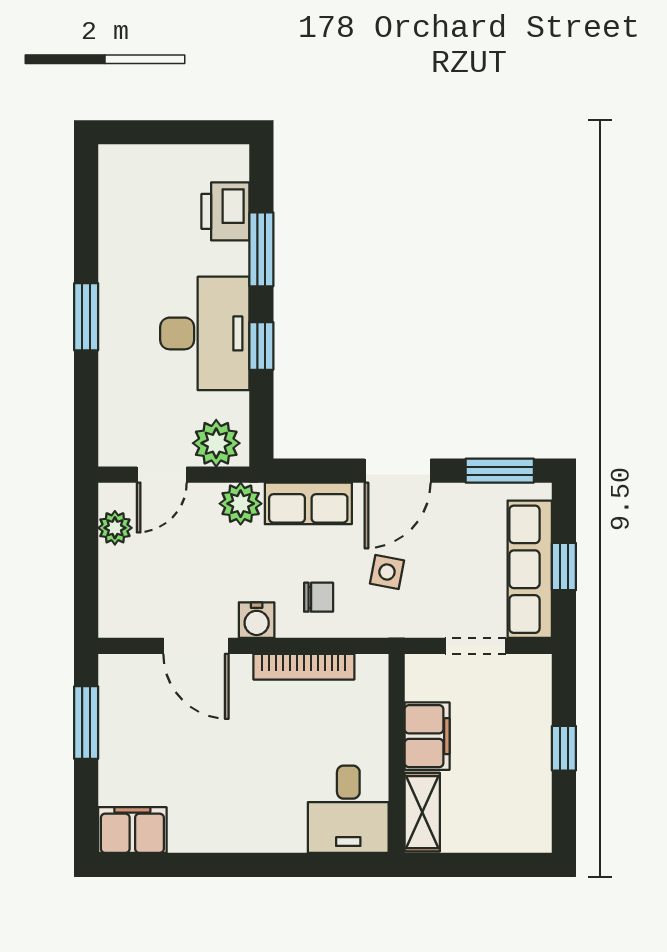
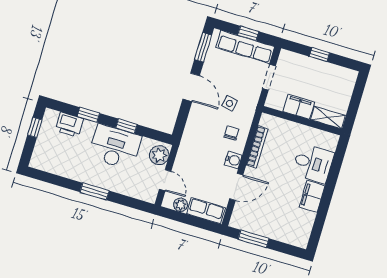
window: (194, 132) -> (35, 127), added
window: (261, 249) -> (88, 115), width x0.67
row of seats: (308, 503) -> (206, 211), moved, turned -90
plant: (241, 504) -> (186, 153), removed
desk: (348, 809) -> (313, 163), moved
filing cabinet: (132, 830) -> (312, 196), moved

